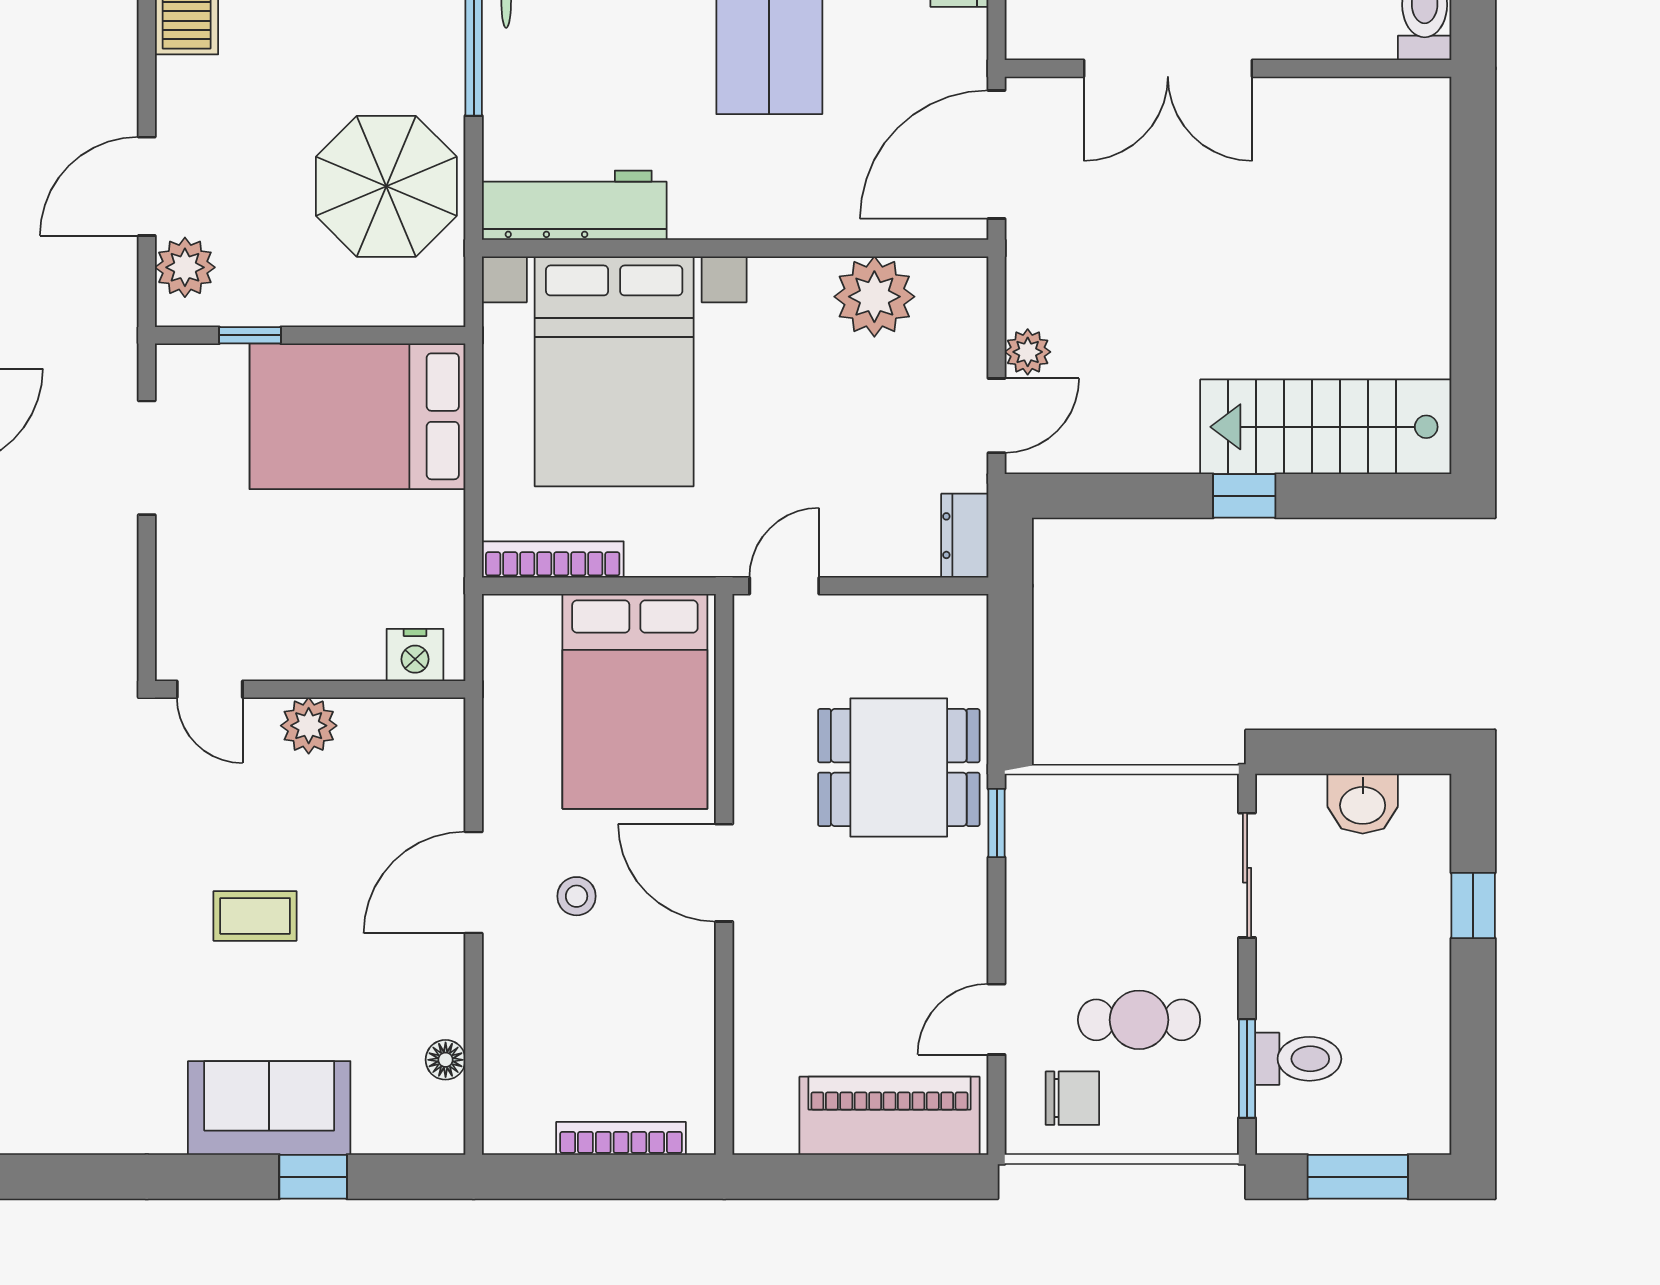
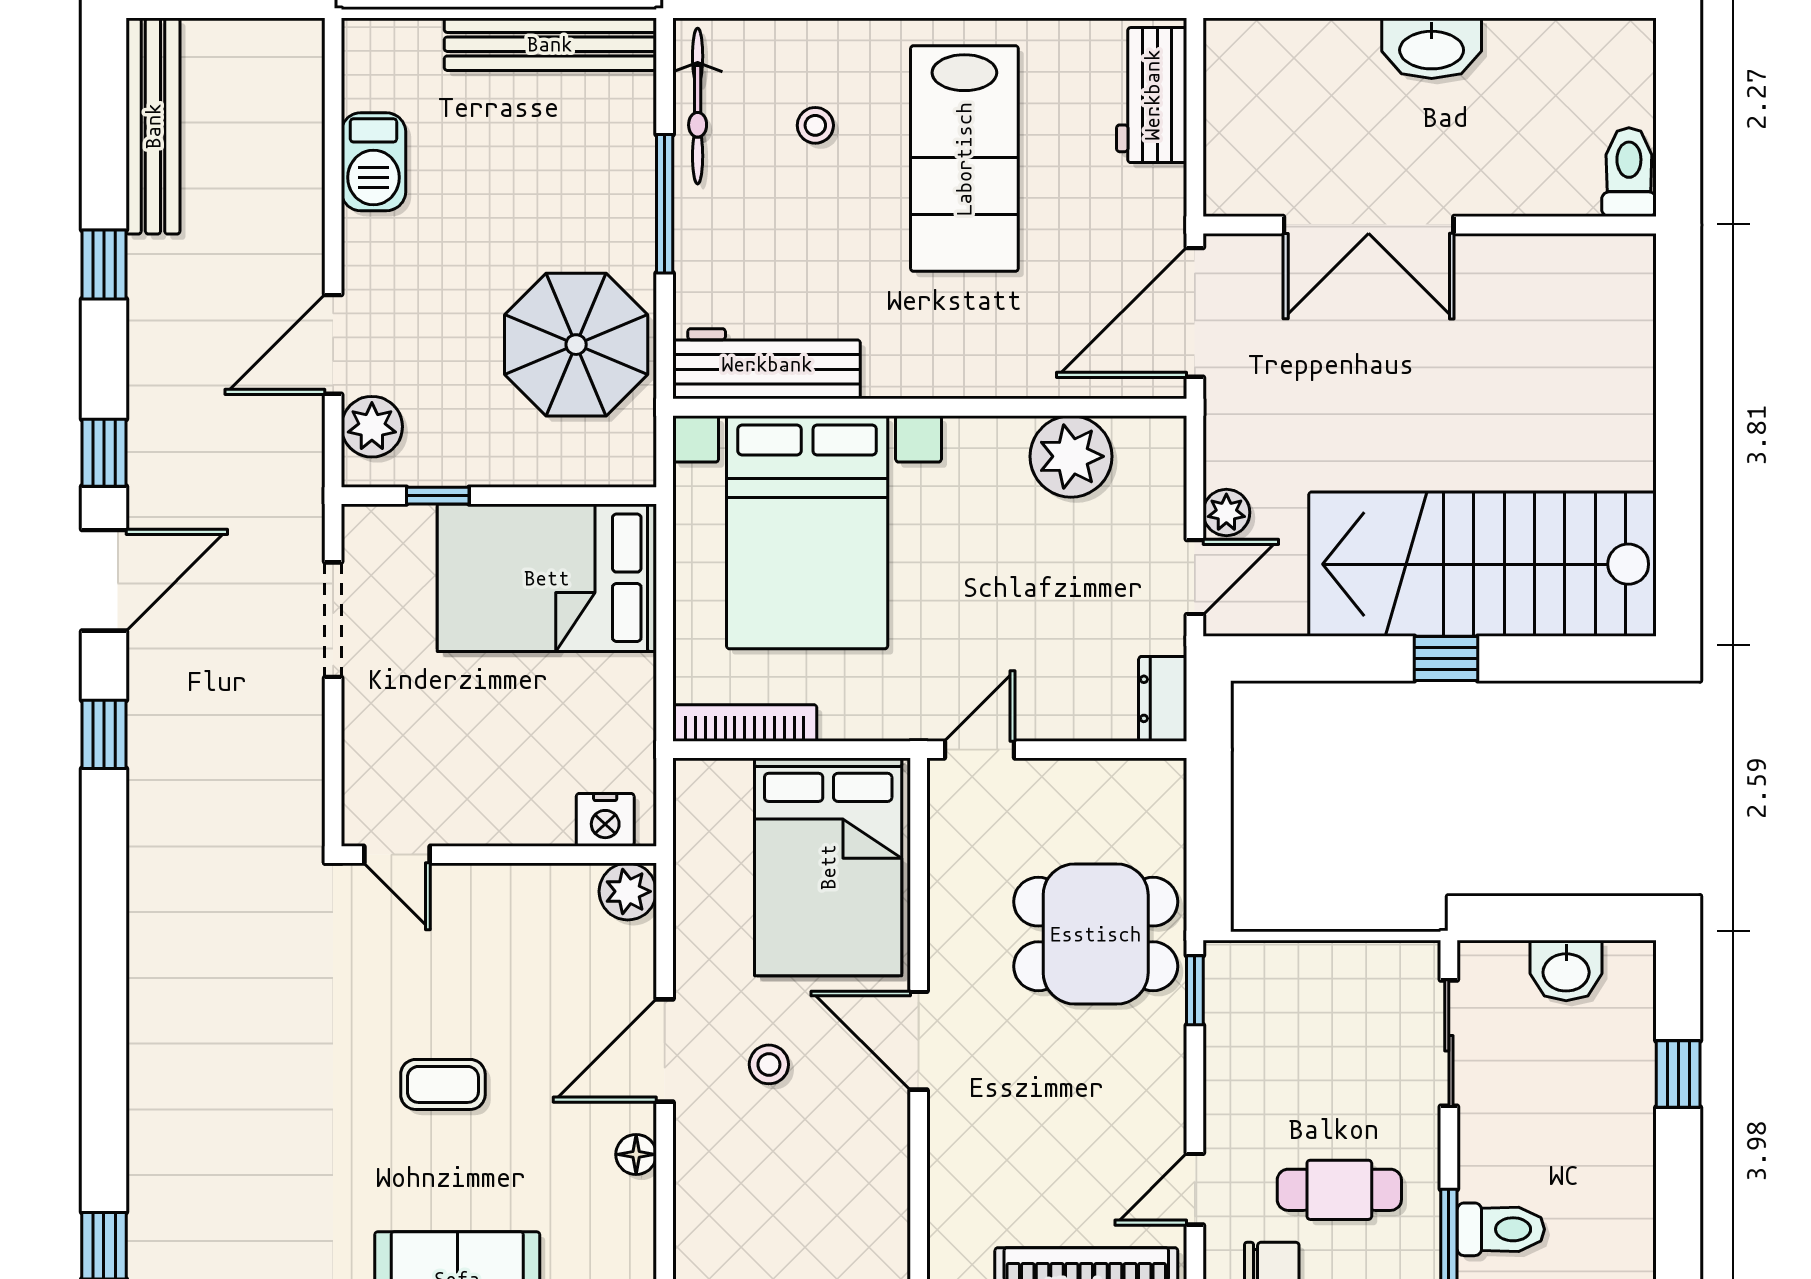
stairs: (1326, 427) -> (1482, 564), width x1.36, depth x1.51
plant: (309, 726) -> (628, 891), moved
floor lamp: (446, 1060) -> (636, 1154), moved

